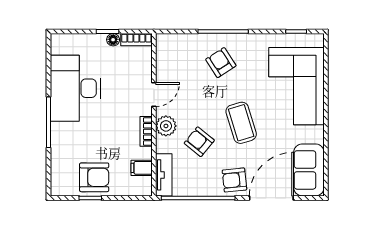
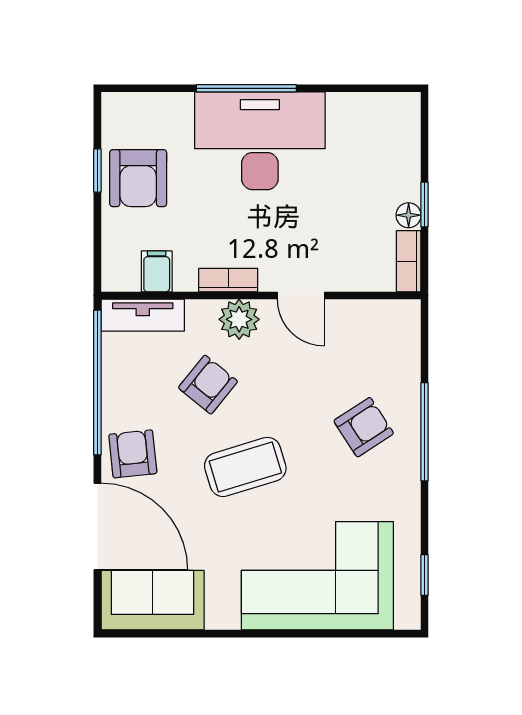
desk: (75, 88) -> (260, 141), moved

